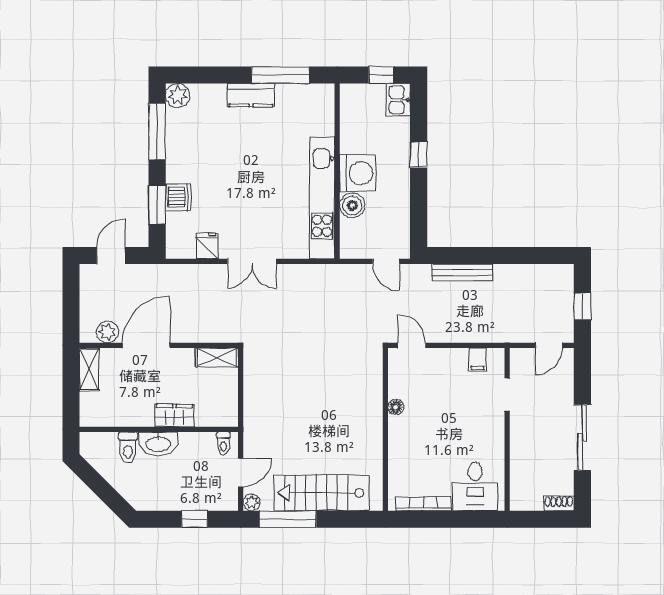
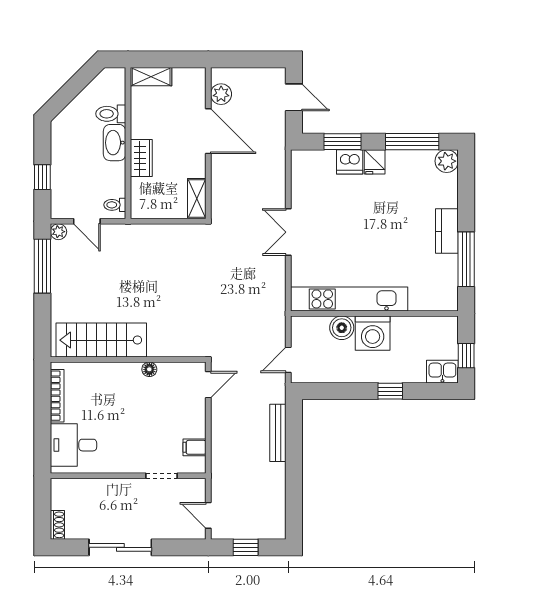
fridge: (207, 246) -> (375, 162), moved, turned 90
shelving: (89, 369) -> (151, 77), moved
stairs: (321, 493) -> (101, 340), moved, turned -90

